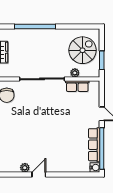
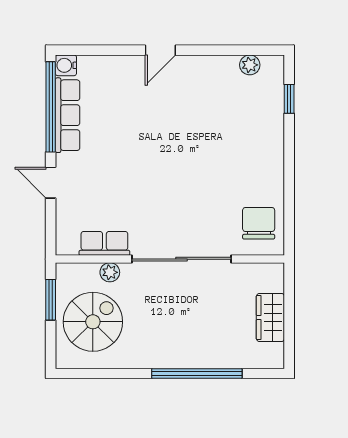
spiral stairs: (83, 50) -> (93, 322), turned 180
plant: (25, 168) -> (250, 65), moved
door: (39, 174) -> (160, 50), moved

